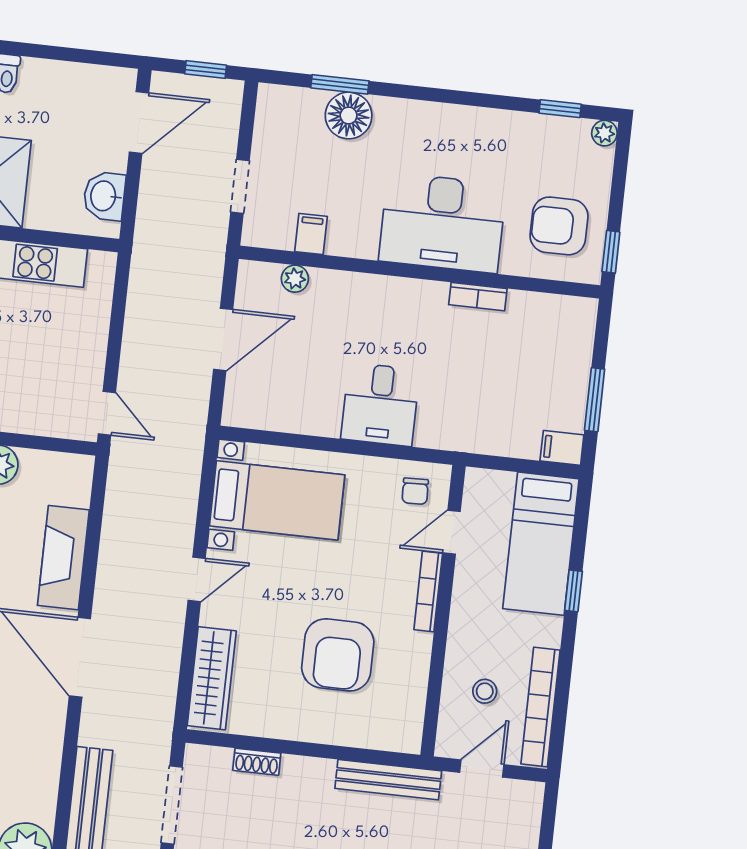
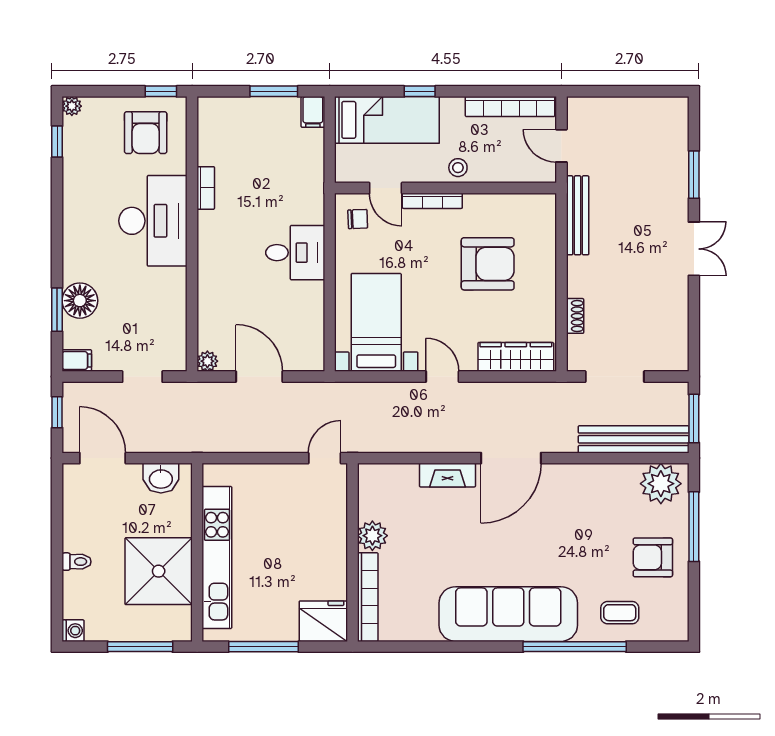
filing cabinet: (311, 234) -> (77, 361), moved, turned 180
plant: (295, 279) -> (207, 361), moved
fireplace: (63, 558) -> (447, 475), width x0.73, depth x0.76
stool: (485, 691) -> (458, 168), moved

